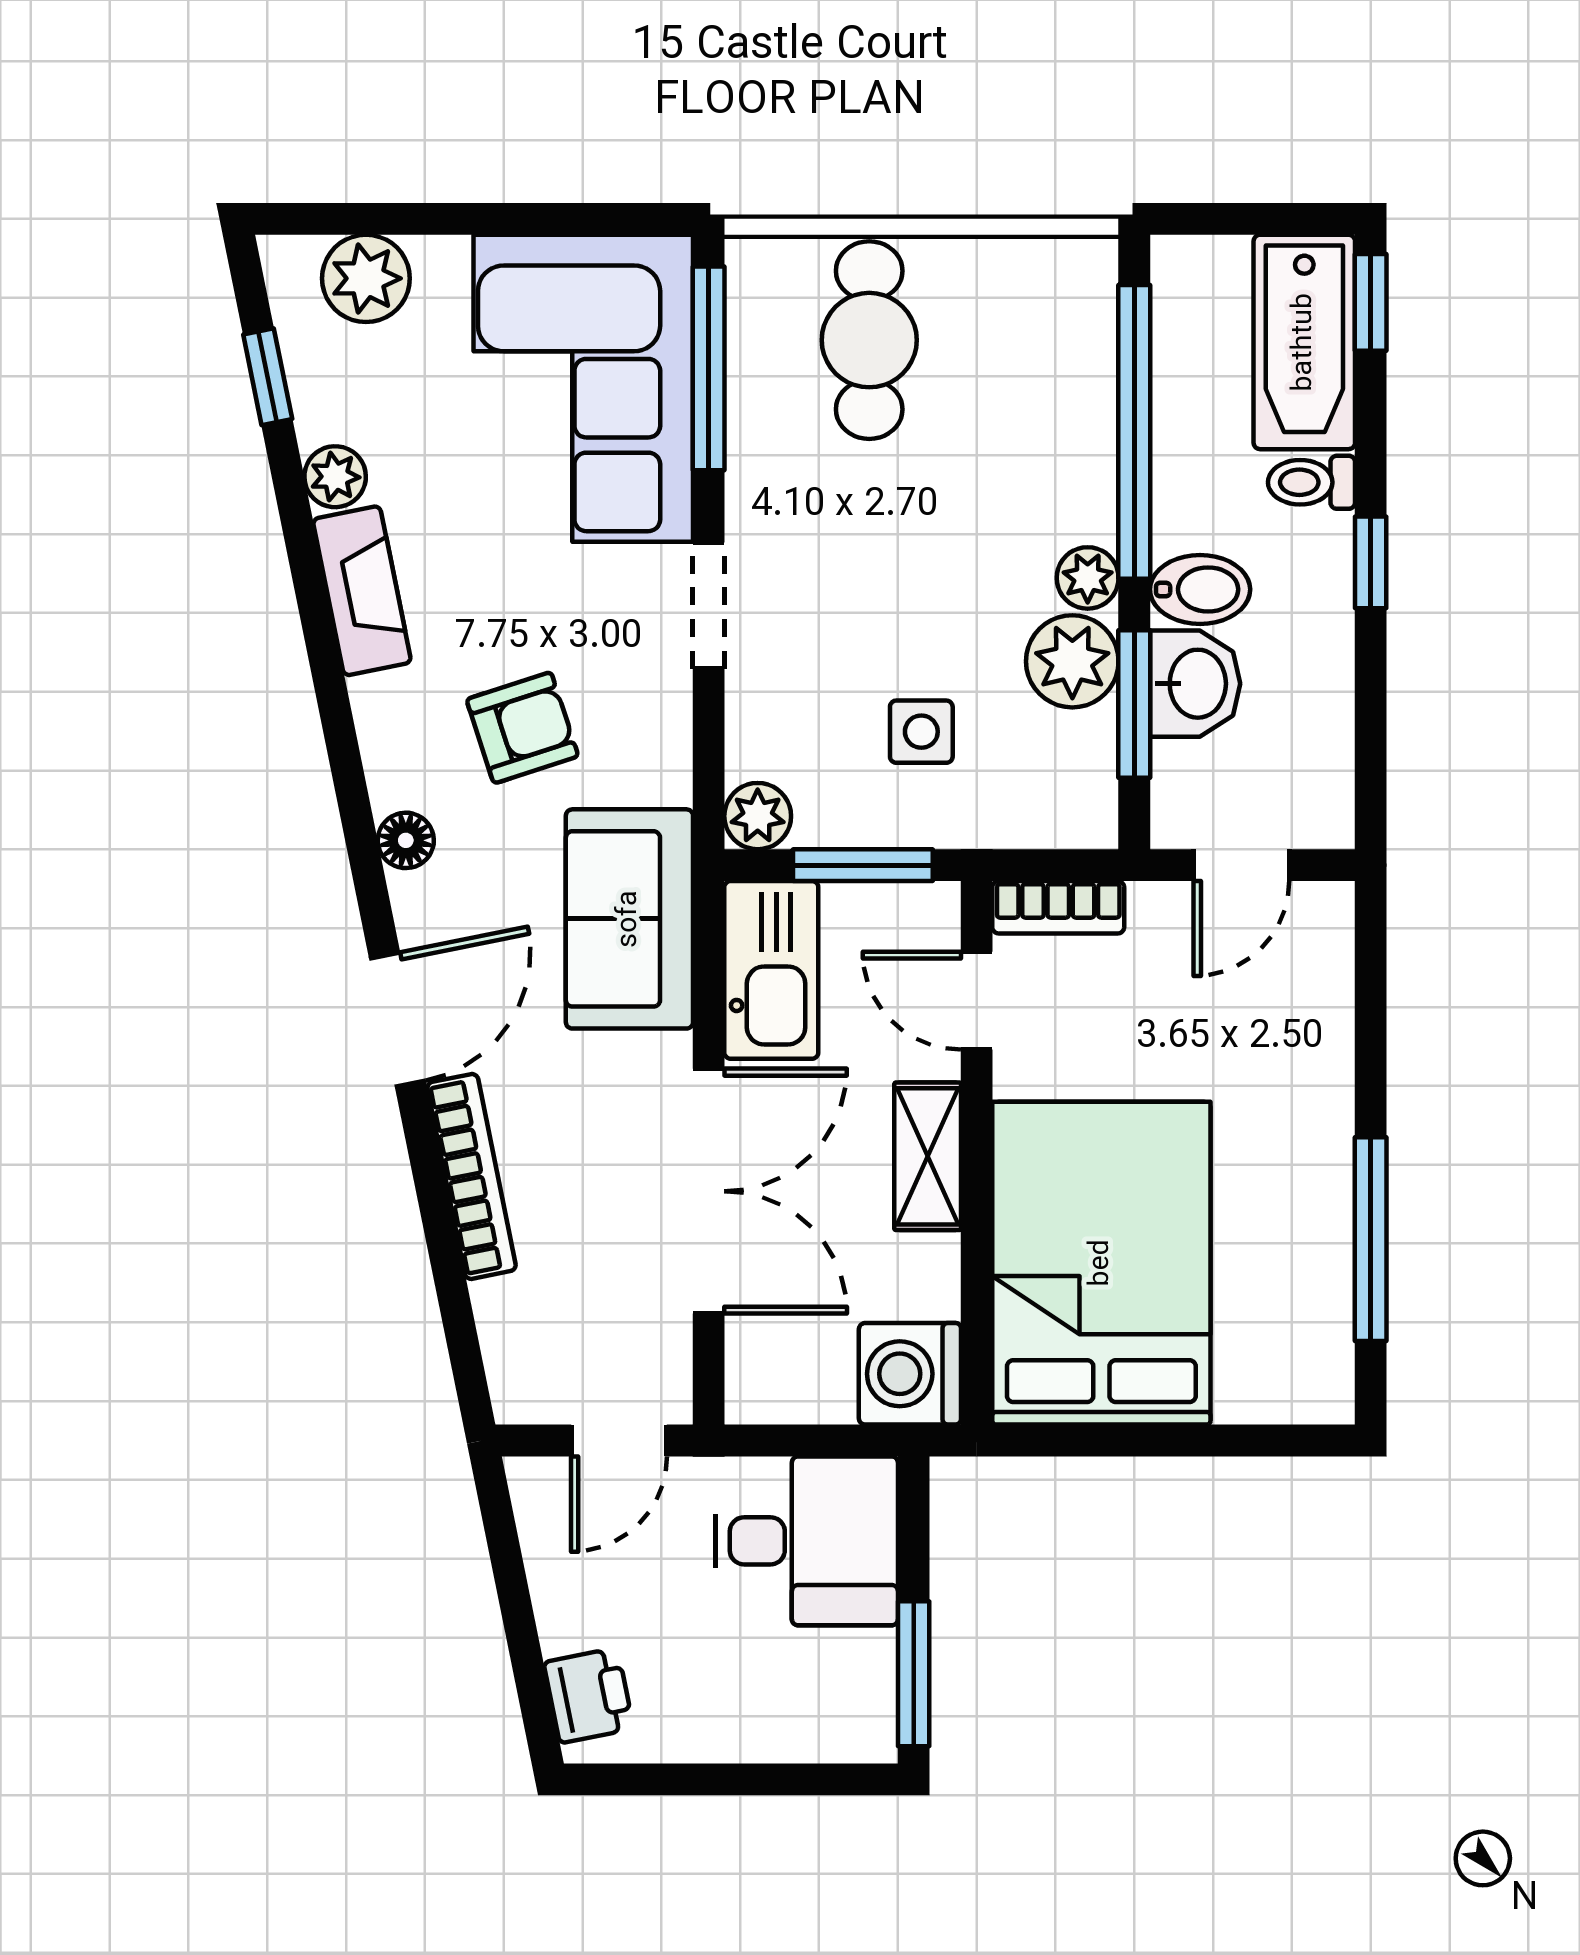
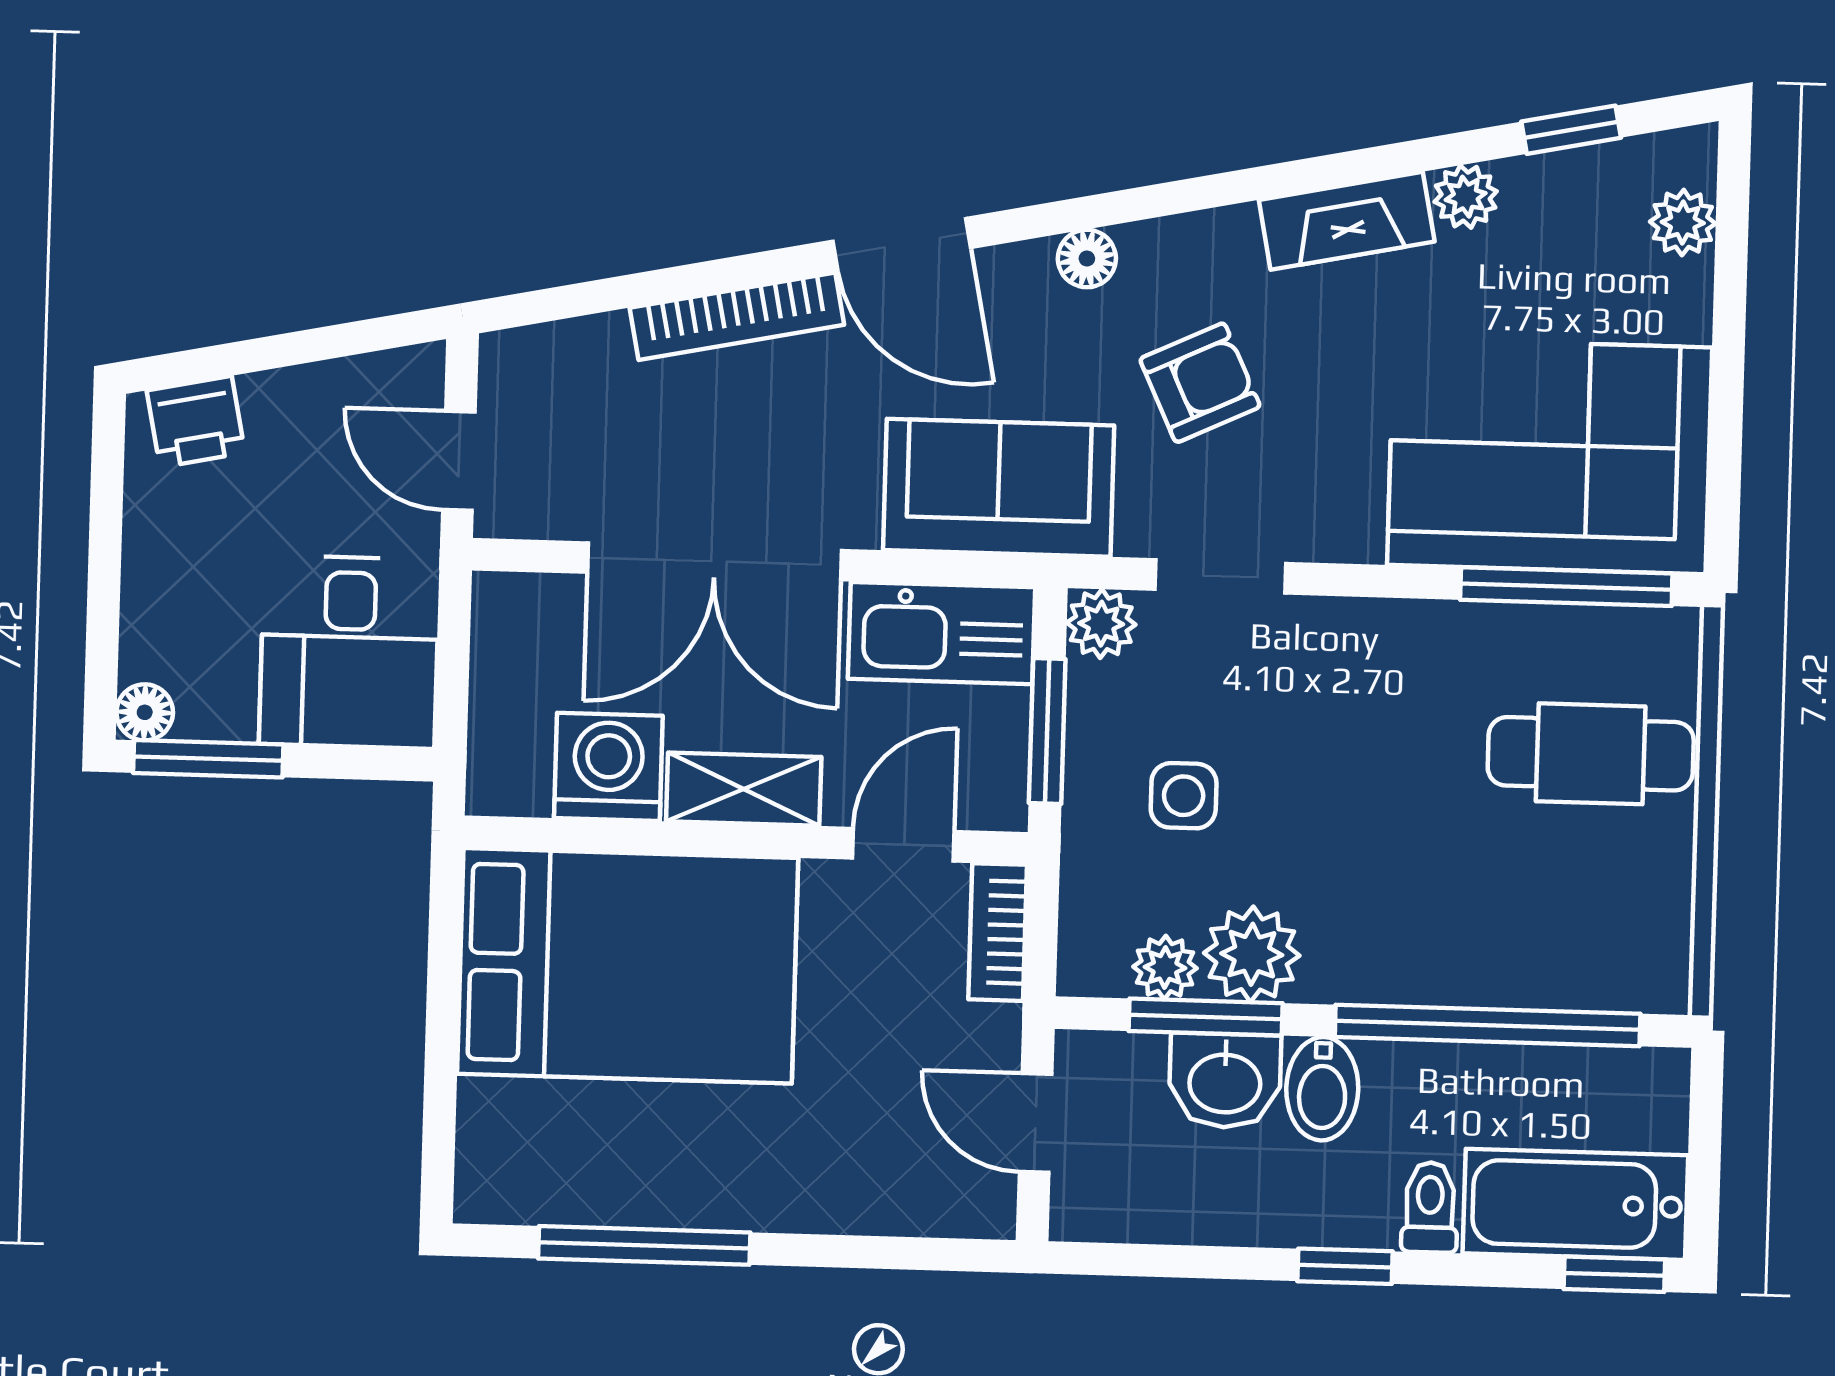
plant: (366, 278) -> (1683, 223), width x0.73, depth x0.73
plant: (1088, 578) -> (1165, 968), moved
doorway: (709, 605) -> (1220, 576), moved
armchair: (522, 728) -> (1200, 383), turned -97
washing machine: (910, 1374) -> (608, 767), moved
floor lamp: (871, 1736) -> (145, 712), added

